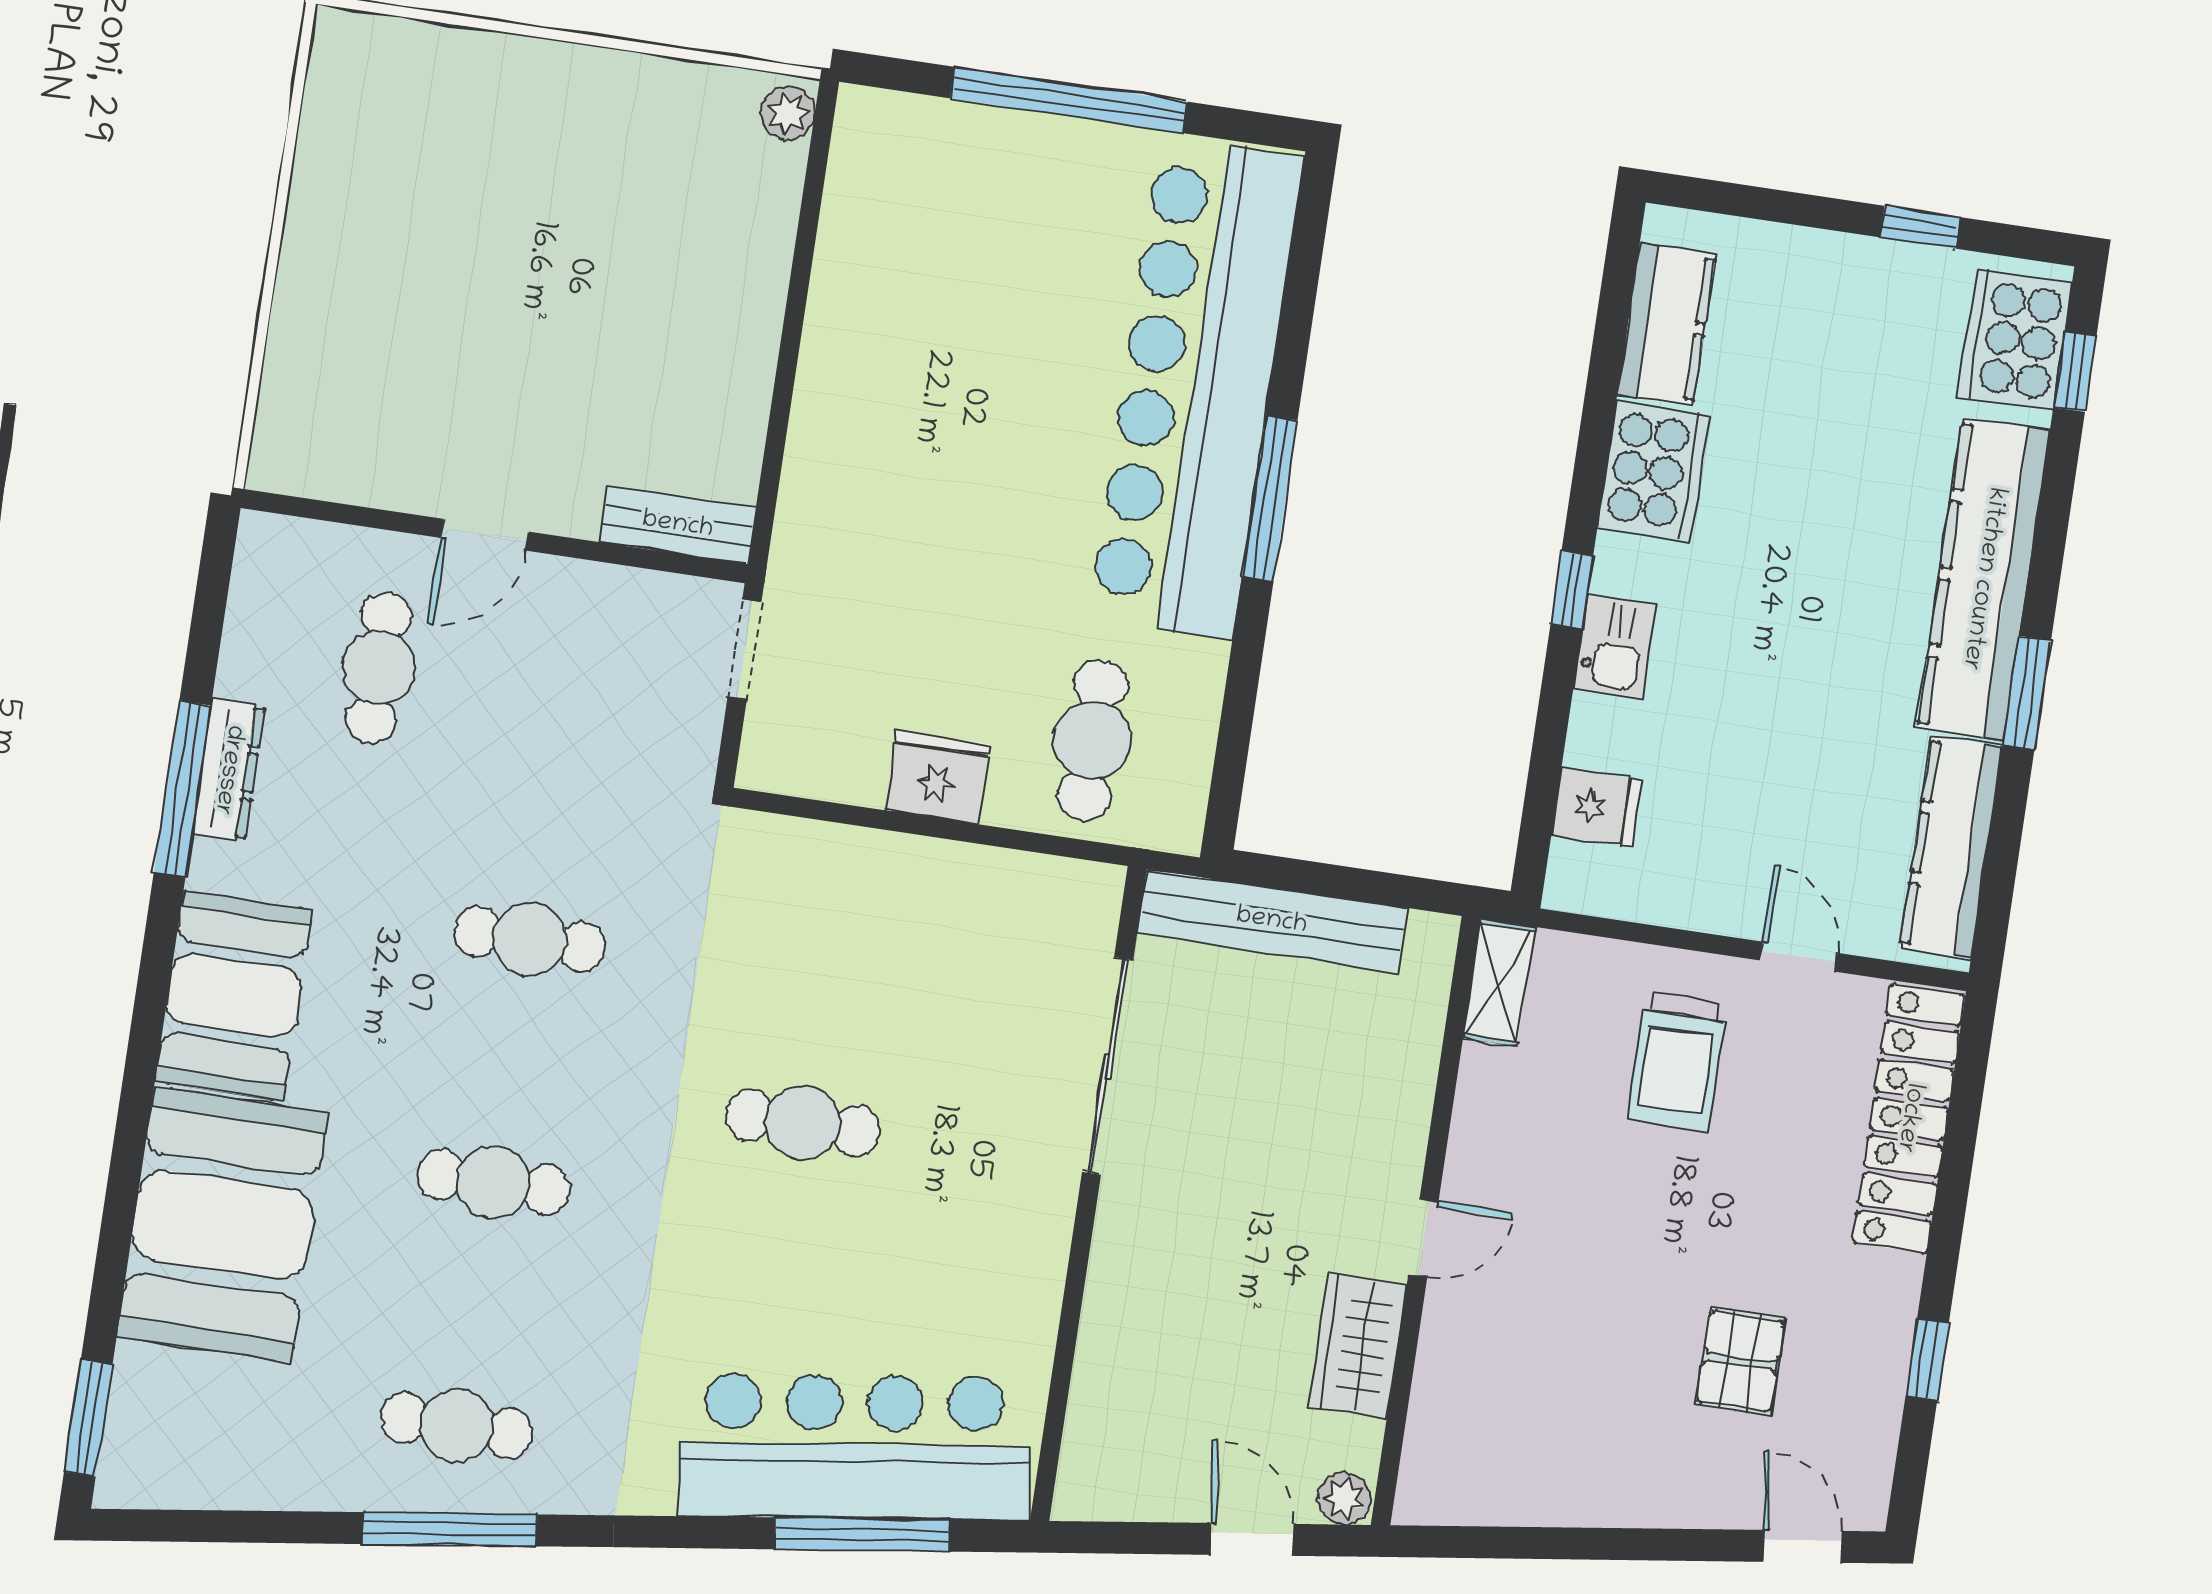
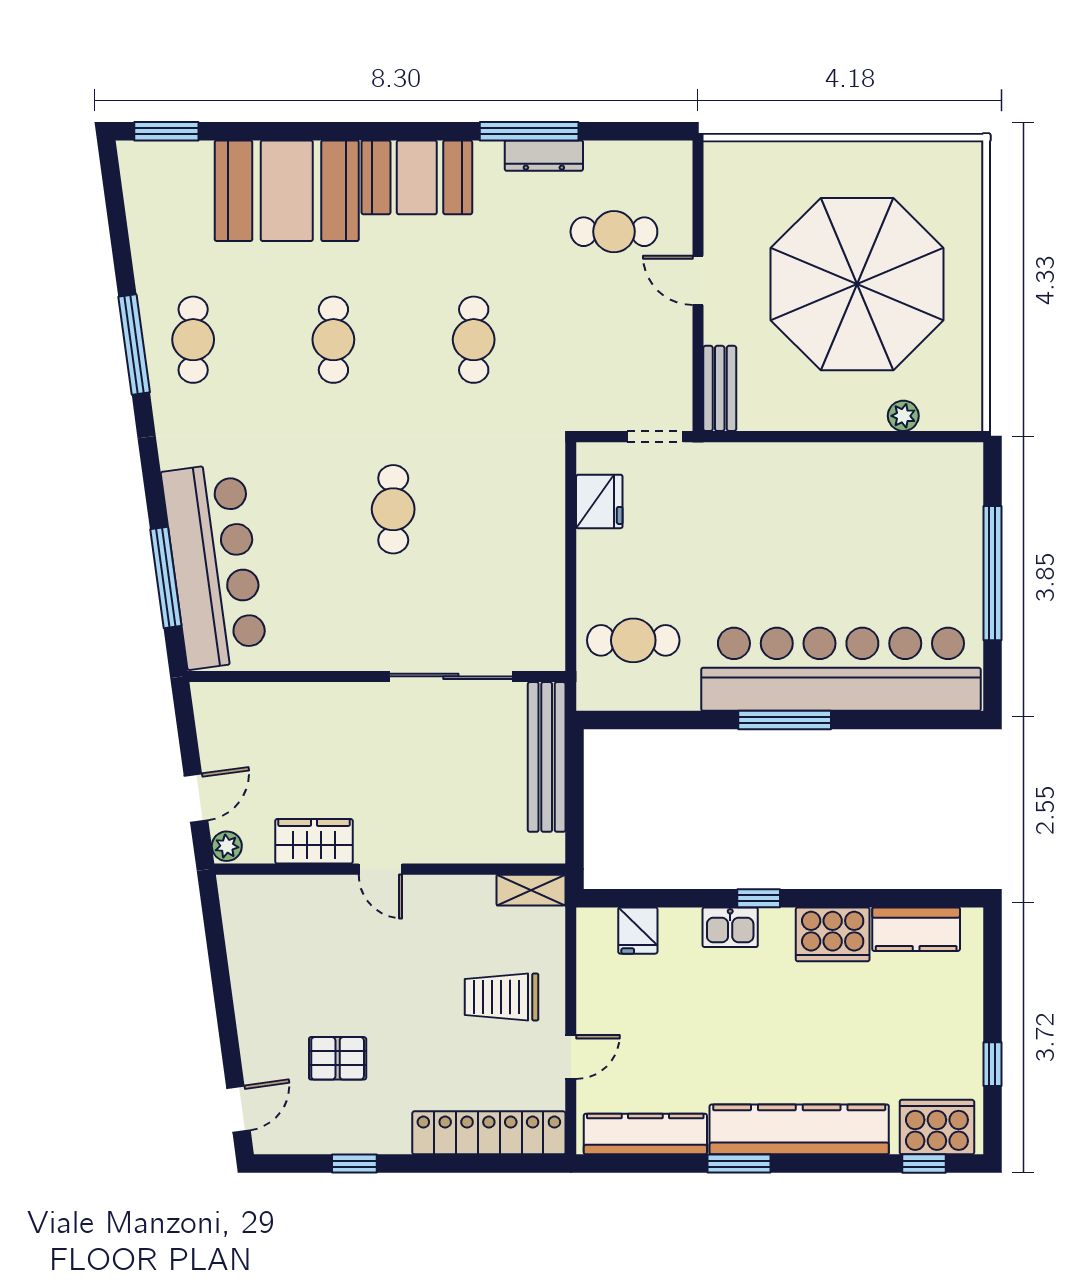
plant: (788, 113) -> (903, 416), moved
parasol: (533, 260) -> (857, 284), added
fridge: (937, 777) -> (599, 501), moved

